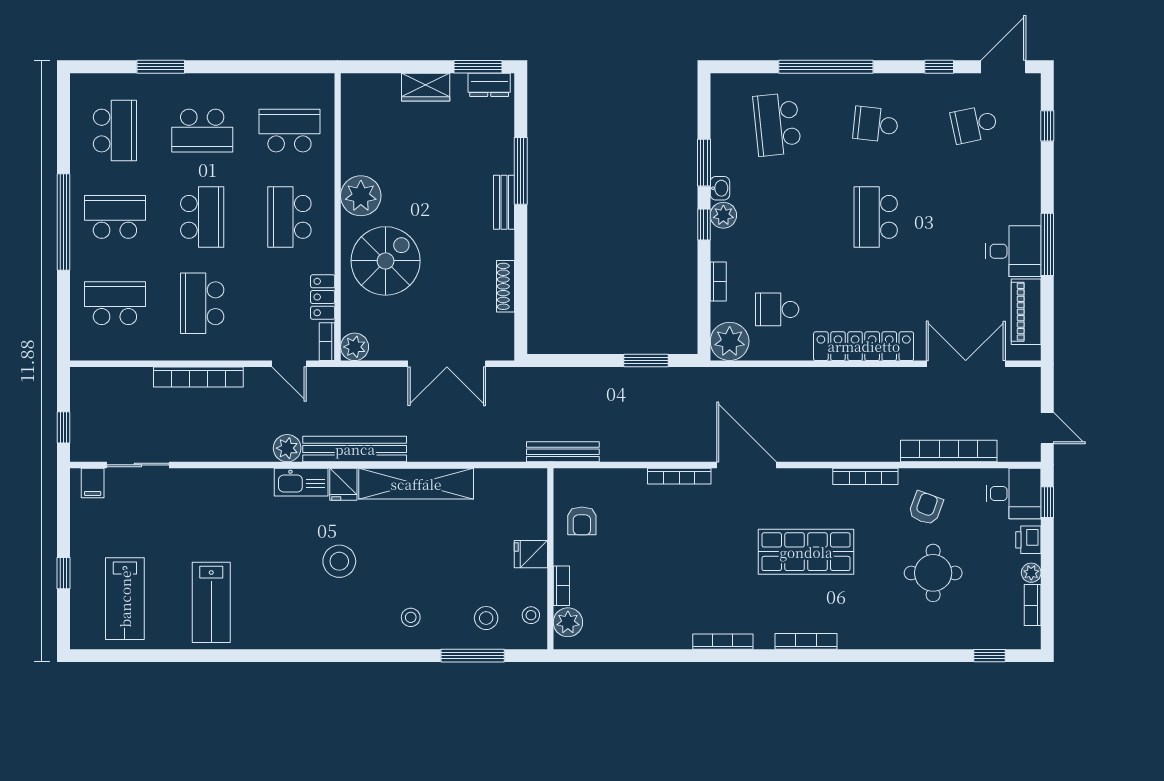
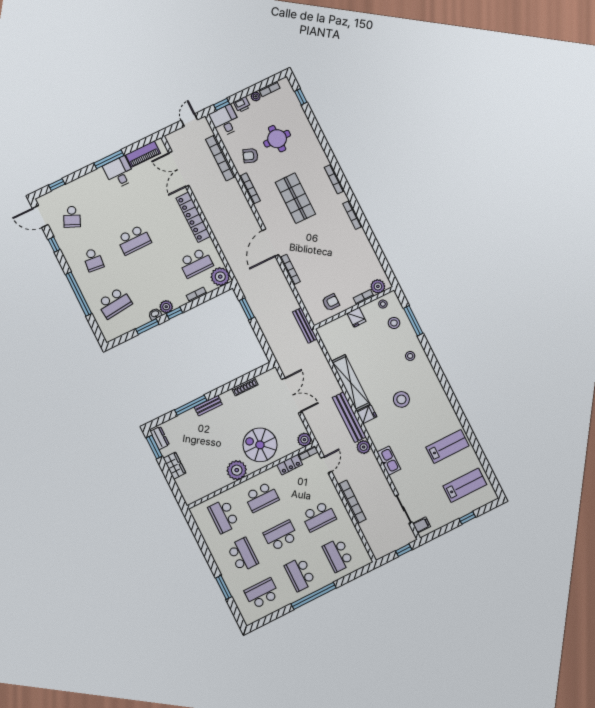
school desk: (974, 124) -> (72, 217), turned 36
school desk: (777, 309) -> (196, 263), width x1.85
kitchen sink: (301, 482) -> (389, 461), moved

